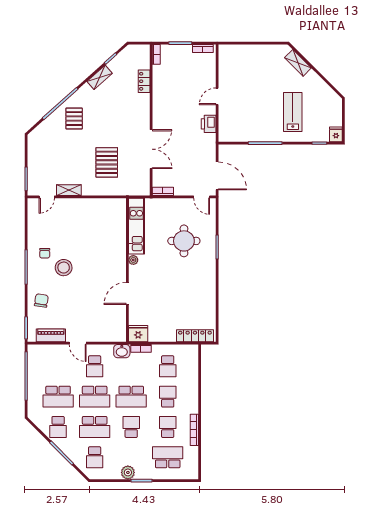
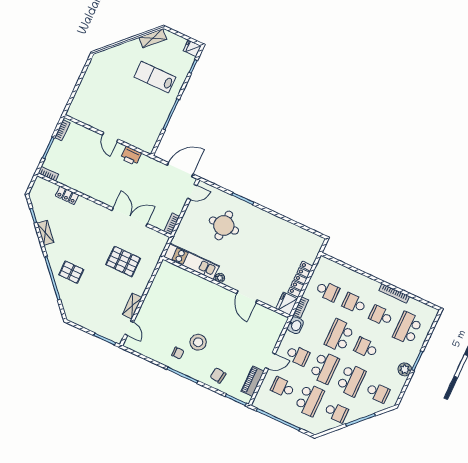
shelving: (298, 63) -> (153, 38), moved
locker: (195, 336) -> (300, 279), moved
school desk: (58, 366) -> (283, 387), added
school desk: (131, 397) -> (339, 336), turned 180

